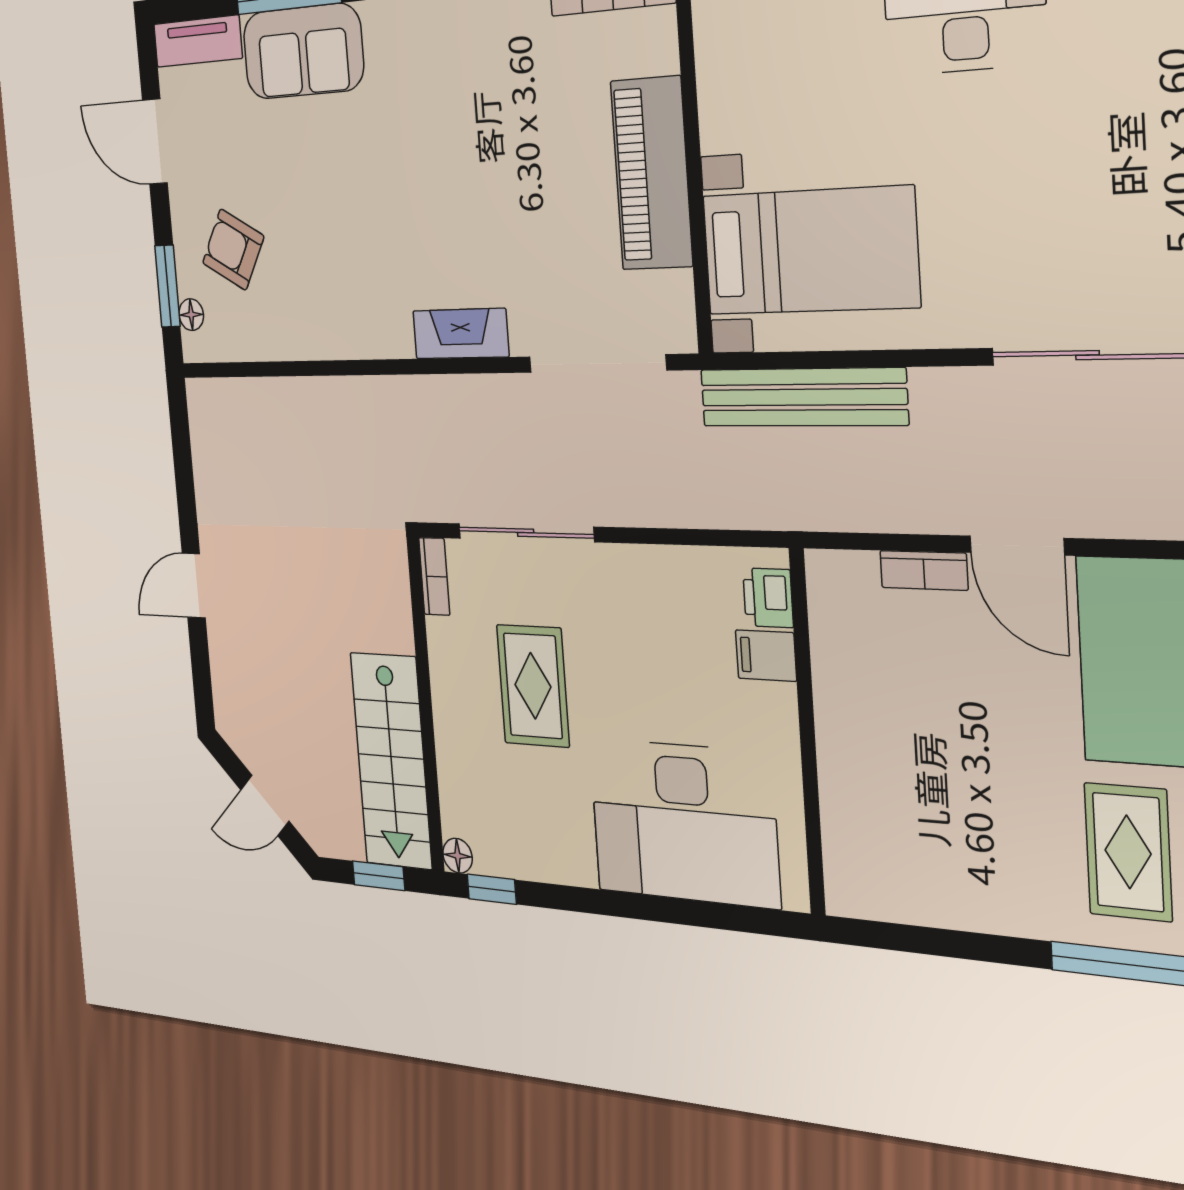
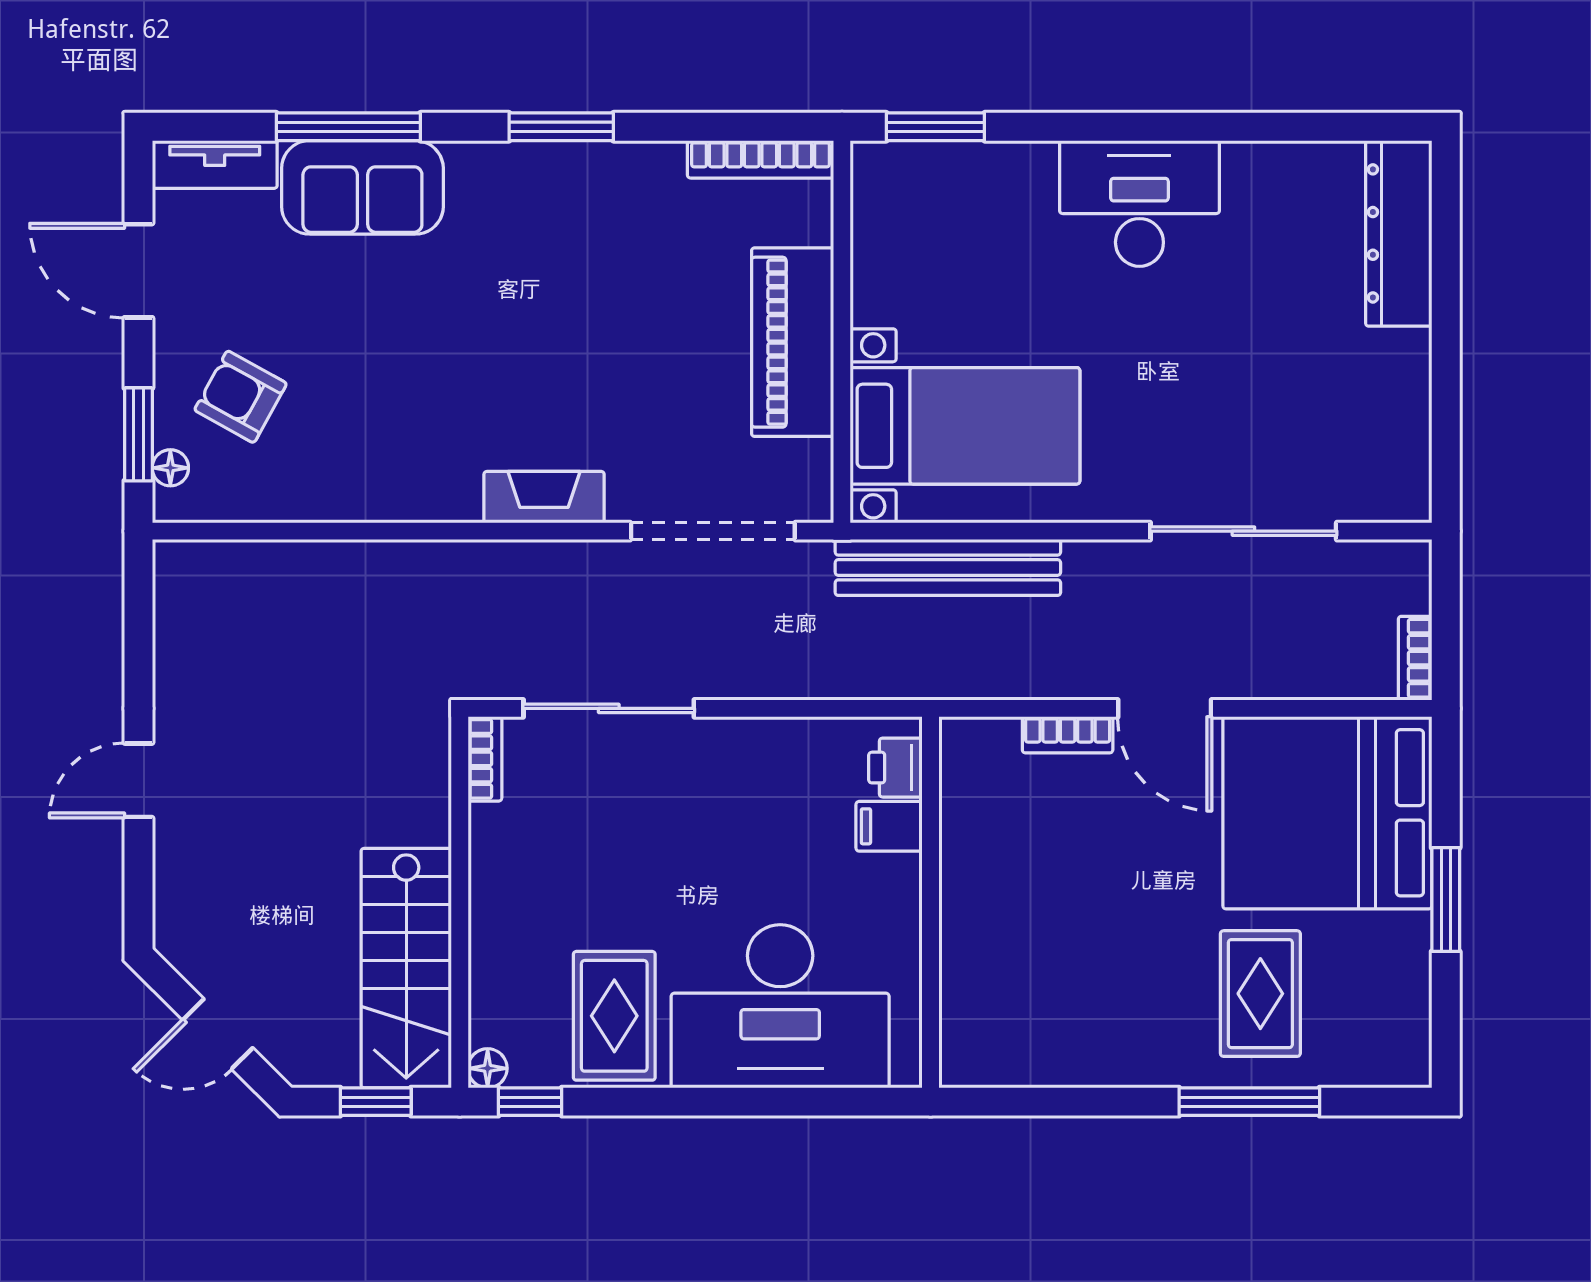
rug: (533, 686) -> (614, 1016), moved

